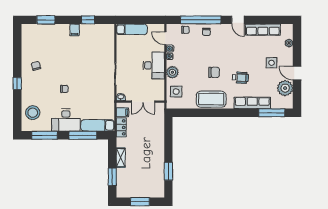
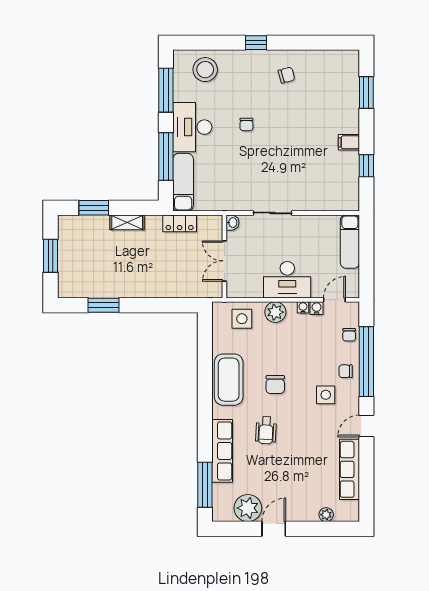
side table: (272, 63) -> (326, 395), moved
filing cabinet: (122, 112) -> (206, 225), removed

